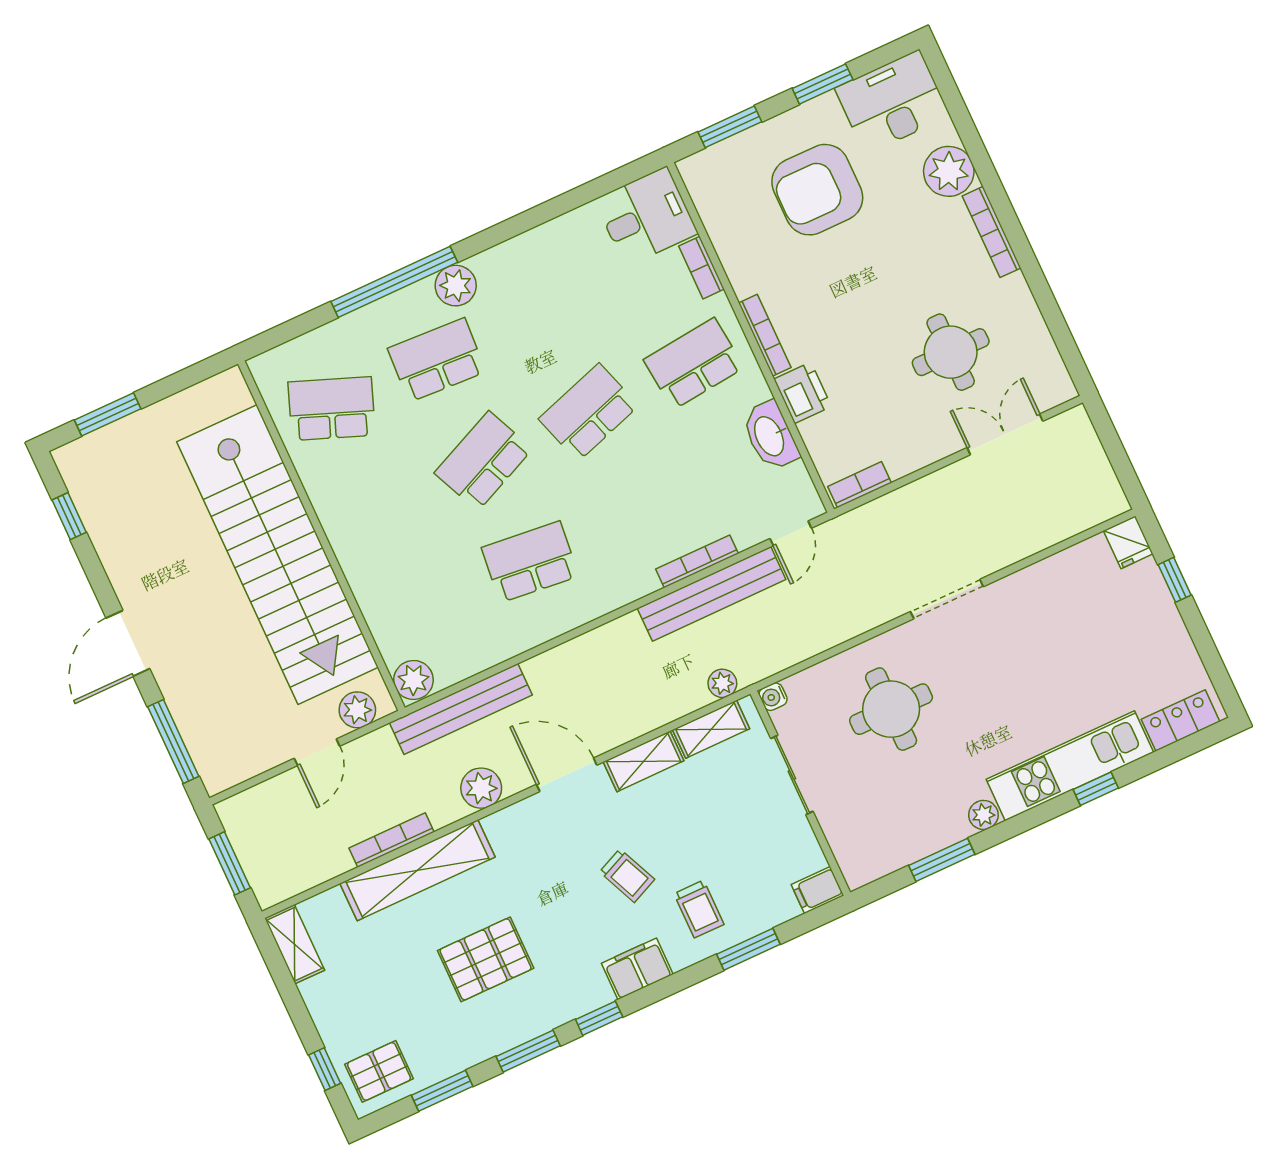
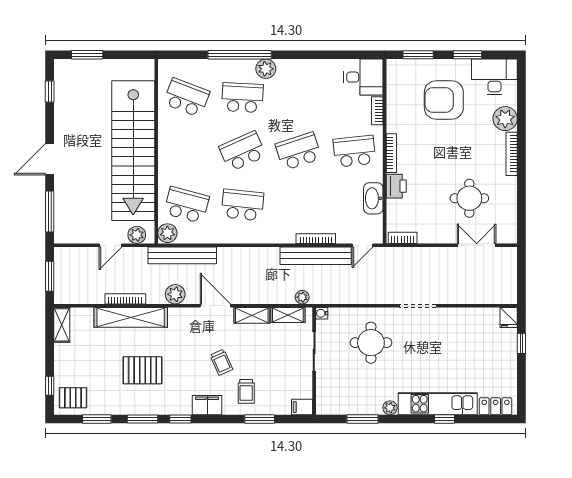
school desk: (425, 610) -> (187, 205), added

